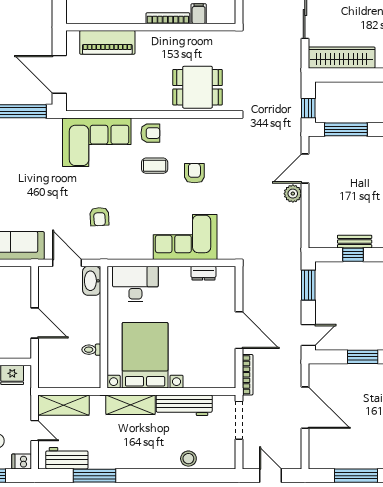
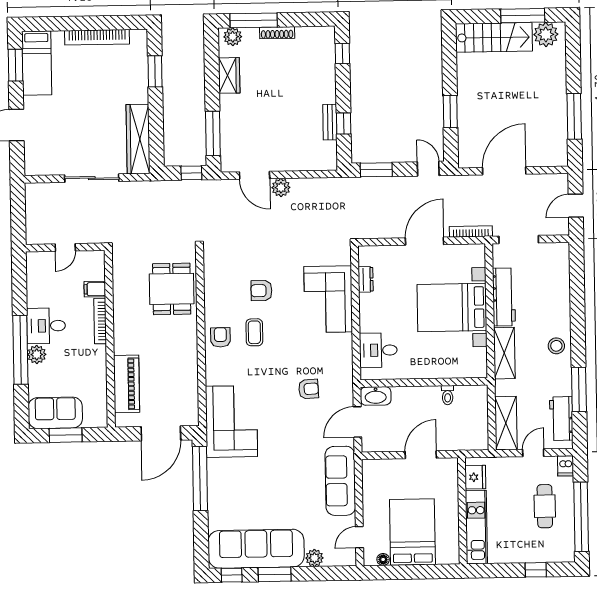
corner sofa: (97, 142) -> (231, 421), moved
desk: (135, 284) -> (378, 350), width x0.73
bed with nightstands: (145, 355) -> (452, 308), moved
stool: (188, 459) -> (556, 346), moved

